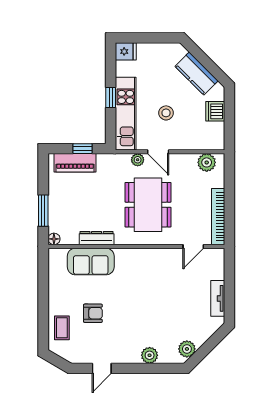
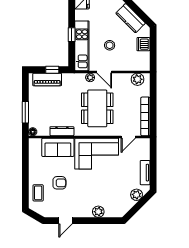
corner sofa: (147, 271) -> (97, 154), added
plant: (187, 349) -> (137, 195), moved

